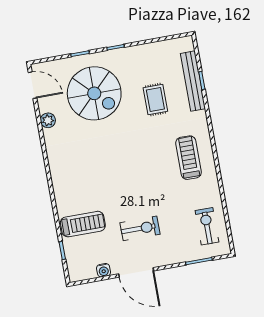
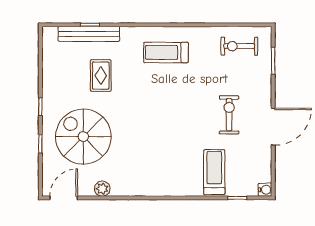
spiral stairs: (94, 93) -> (83, 137), turned -90
rug: (155, 100) -> (101, 76), turned 90
water cooler: (104, 270) -> (265, 190), moved

